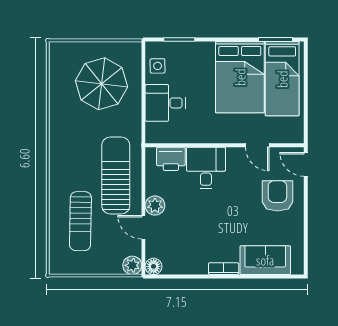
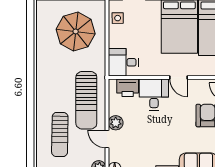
desk: (165, 103) -> (123, 62), moved
door: (257, 145) -> (179, 78), moved
sun lounger: (116, 175) -> (86, 100), turned 180

